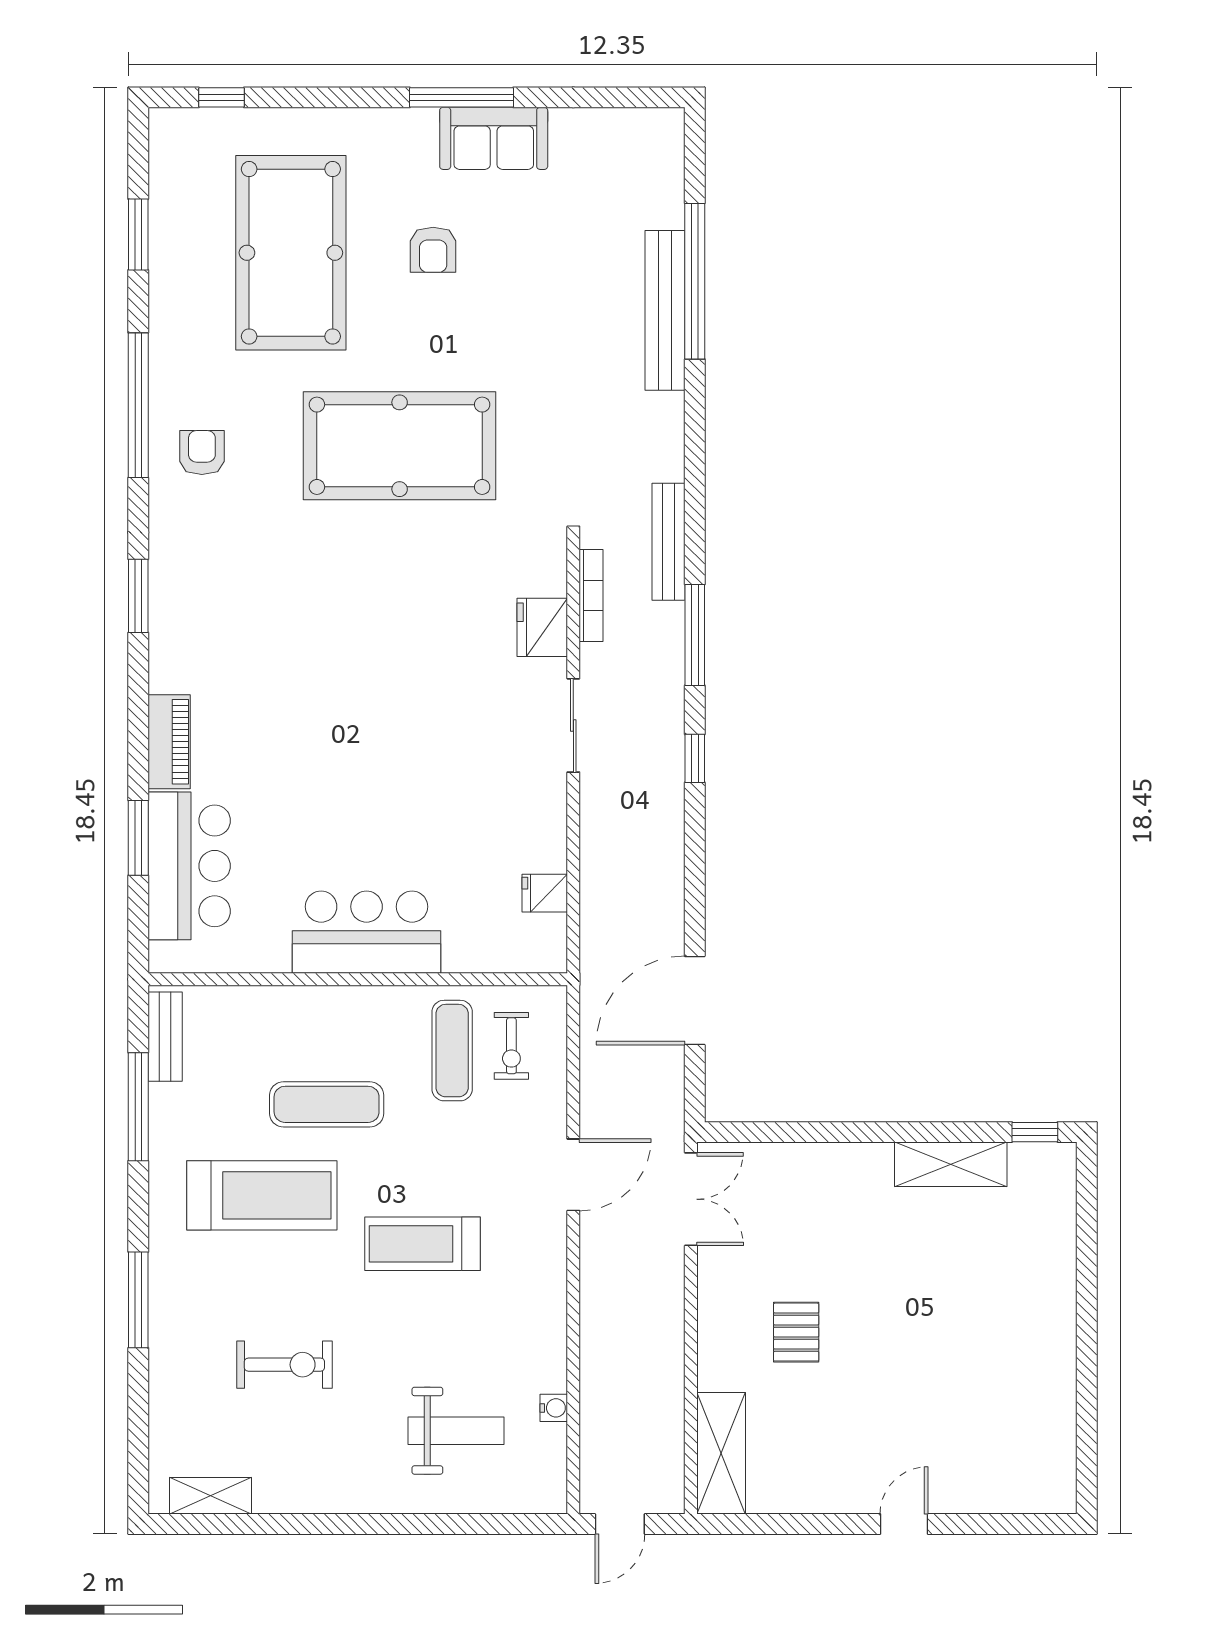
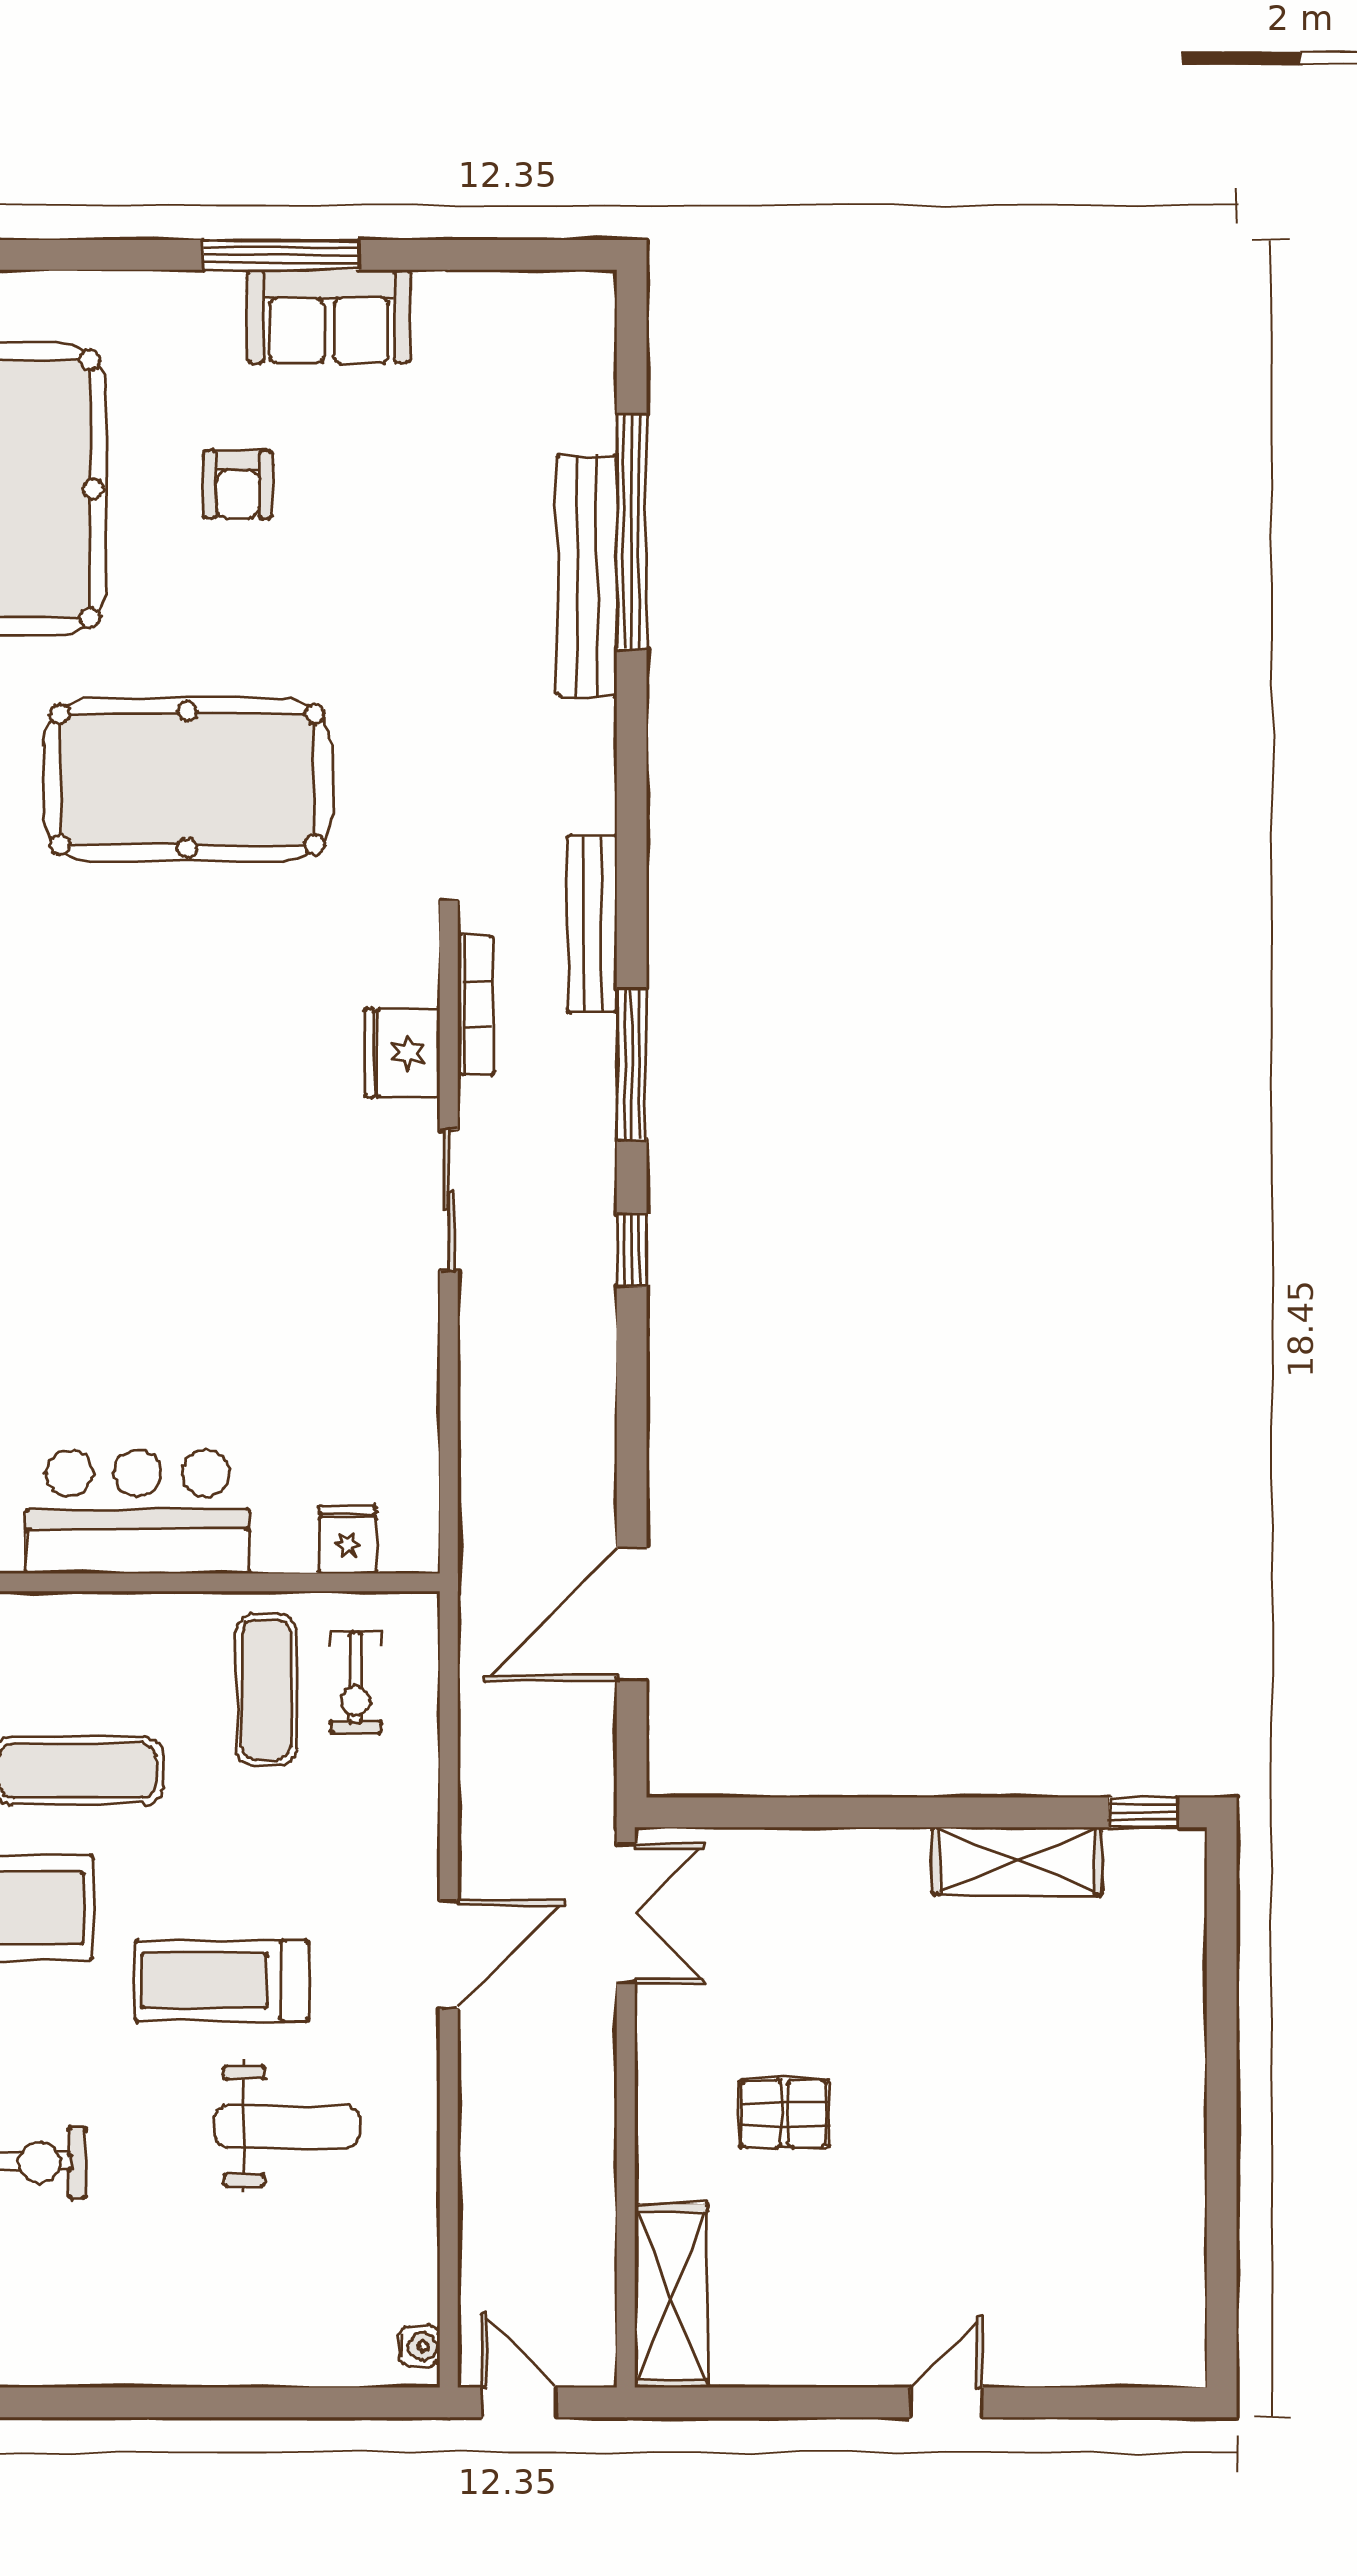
fridge: (545, 893) -> (348, 1539), moved, turned 90
door: (573, 1175) -> (449, 1955), moved
pallet: (796, 1332) -> (784, 2114), turned 90
water cooler: (554, 1408) -> (419, 2346), moved
weight bench: (456, 1431) -> (287, 2126), moved
door: (620, 1524) -> (519, 2402), swing flipped

